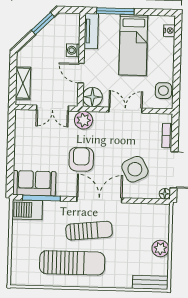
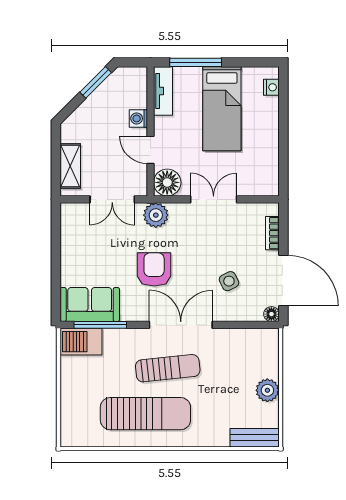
side table: (163, 91) -> (266, 171), removed
side table: (135, 169) -> (229, 281), width x0.54, depth x0.54

